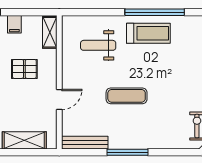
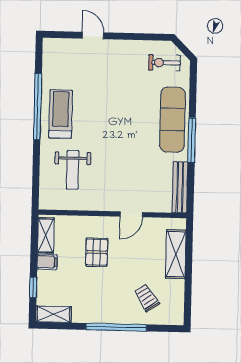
shelving: (50, 32) -> (46, 235), moved, turned 90
exercise mat: (127, 96) -> (172, 120), moved, width x1.36, depth x1.45
door: (59, 99) -> (131, 214), swing flipped

